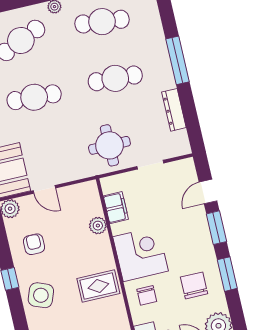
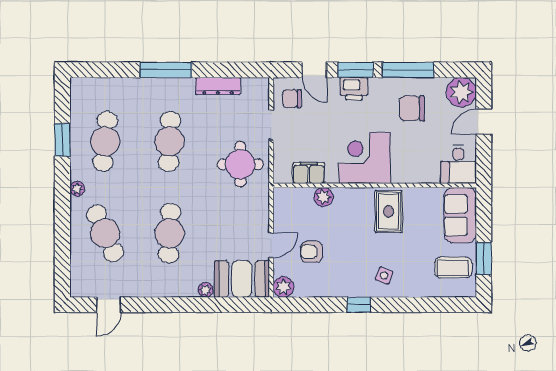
printer: (200, 230) -> (354, 89), added
armchair: (34, 244) -> (311, 252), moved
window: (227, 274) -> (408, 70), width x1.44
side table: (41, 295) -> (384, 275), width x0.54, depth x0.54
chair: (147, 295) -> (292, 99), moved, turned 180

